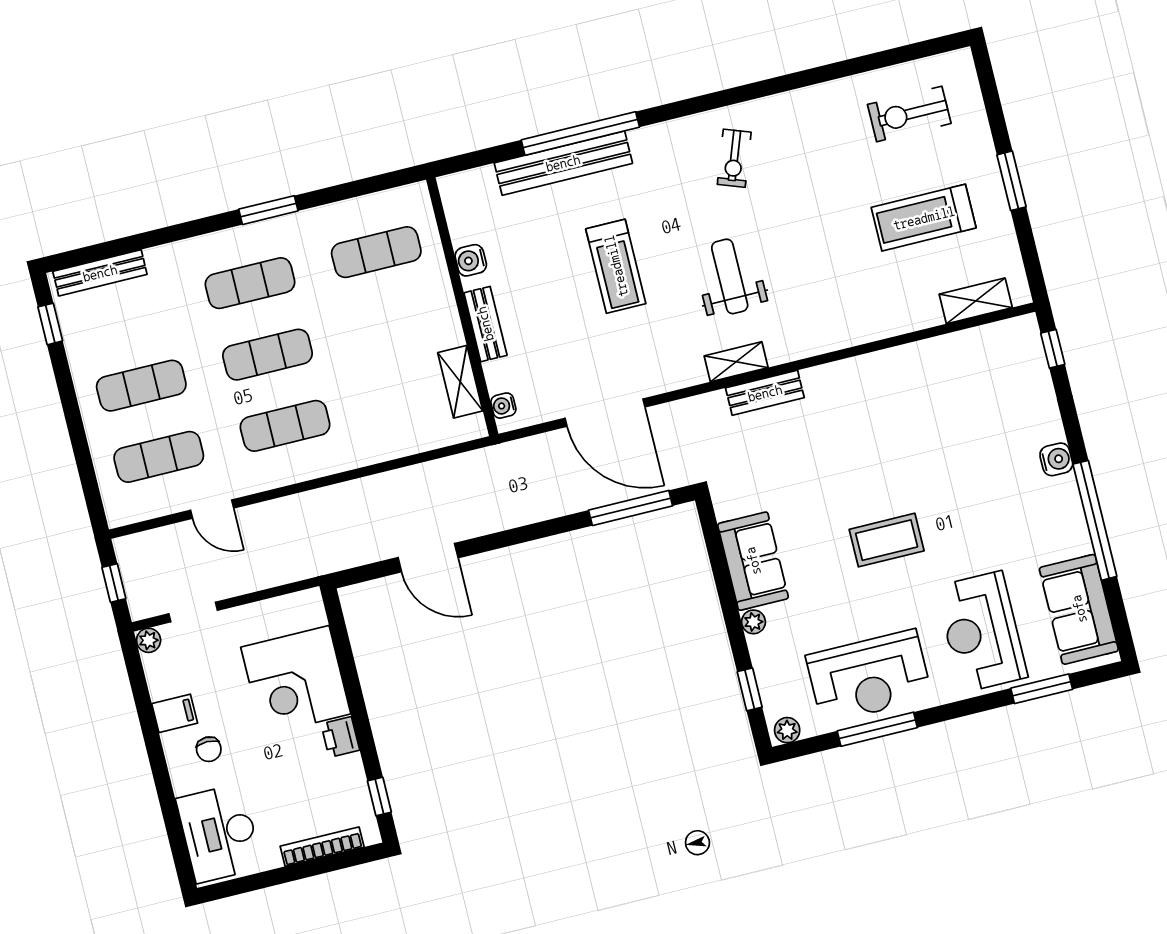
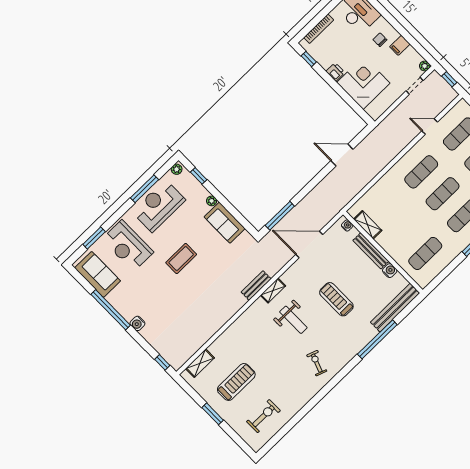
bench: (563, 163) -> (395, 308), moved
bench: (485, 324) -> (371, 251), width x1.36
reception desk: (982, 632) -> (128, 246), turned 180

